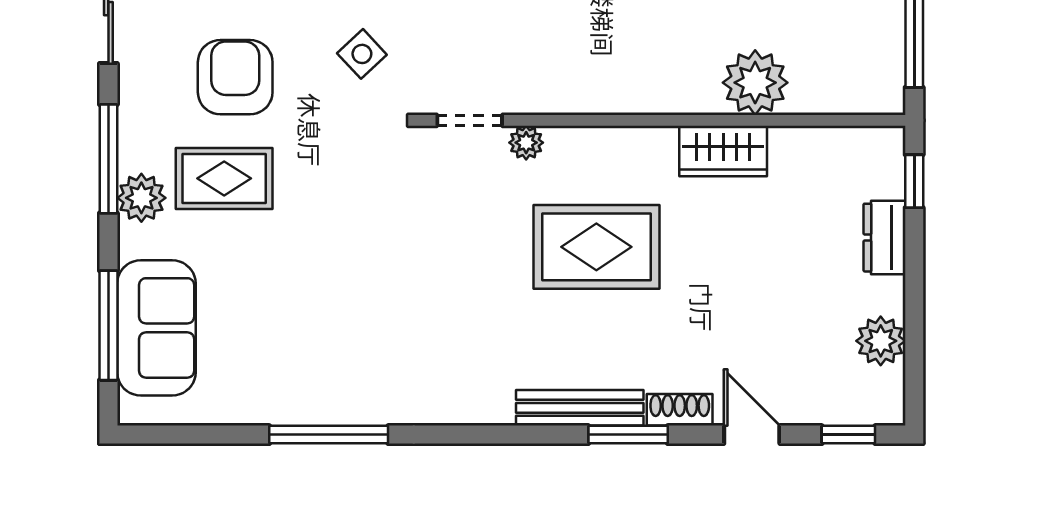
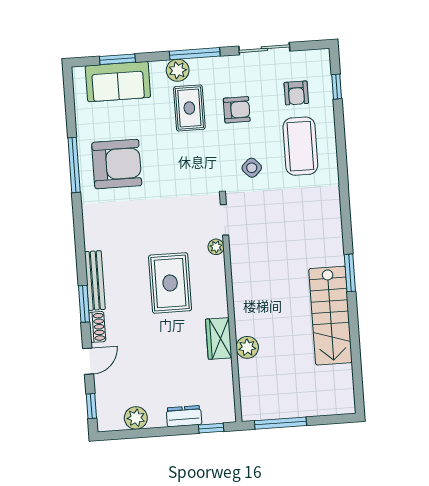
armchair: (235, 77) -> (237, 110), width x0.72, depth x0.72
plant: (755, 83) -> (247, 347), width x0.73, depth x0.73
window: (108, 325) -> (117, 59), width x0.69
armchair: (333, 343) -> (117, 164), added

